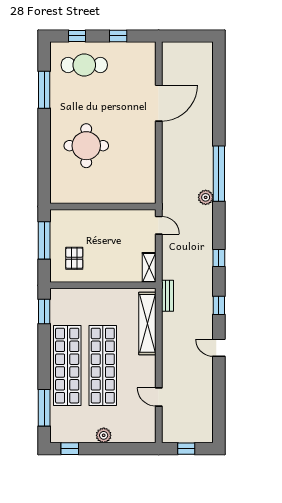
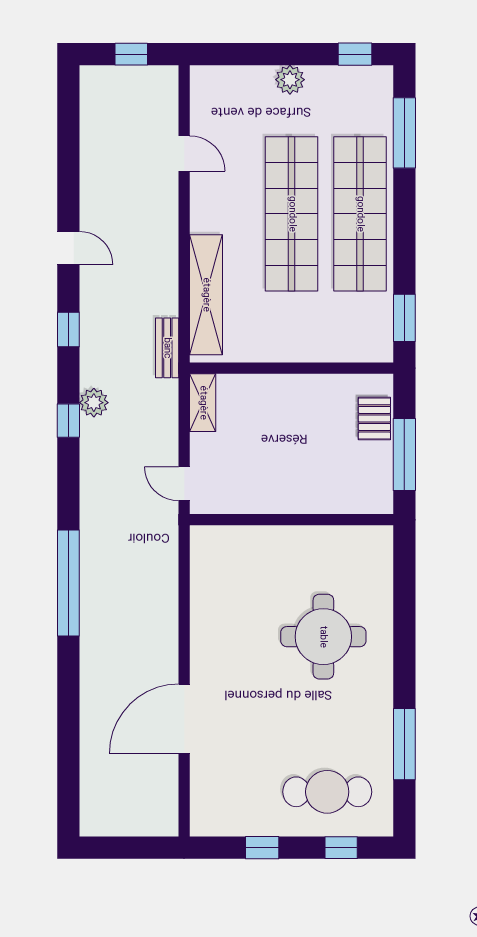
plant: (206, 197) -> (94, 403), moved
pallet: (74, 258) -> (374, 418), moved

